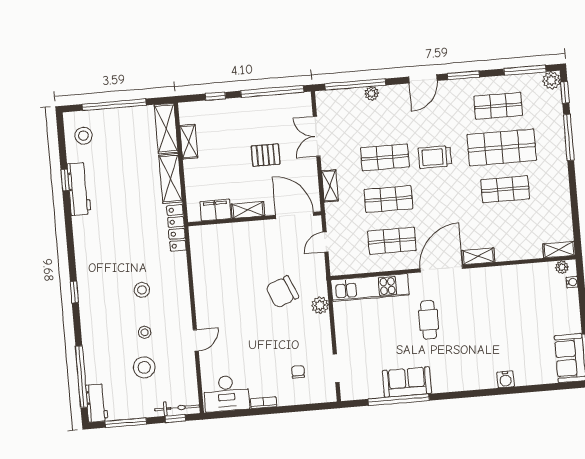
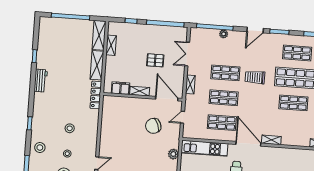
stool: (83, 136) -> (40, 148), moved
workbench: (79, 189) -> (41, 81), moved, width x0.73
door: (441, 269) -> (248, 144), hinge flipped
chair: (282, 292) -> (153, 126), moved

